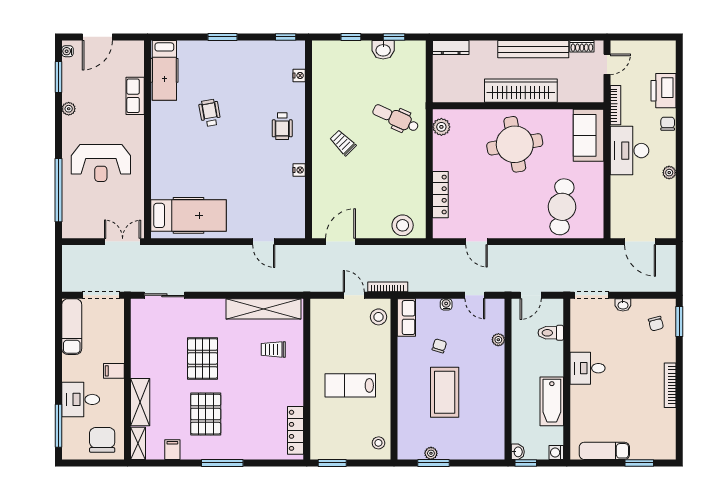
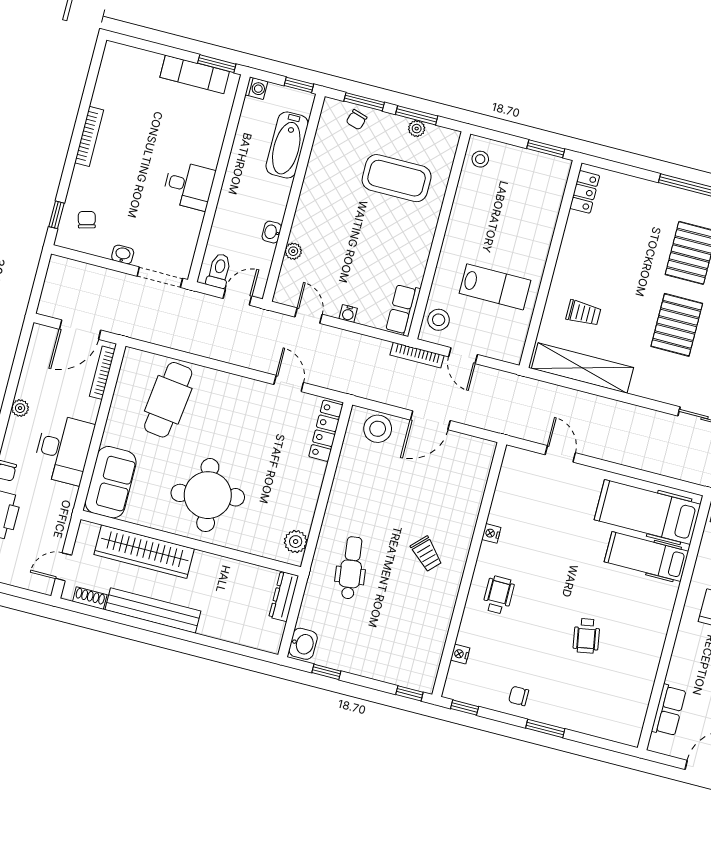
window: (351, 37) -> (409, 693), moved
dresser: (451, 47) -> (284, 596), moved, turned -90
washbasin: (383, 50) -> (303, 644), moved, turned 90
chair: (248, 56) -> (519, 696), added
hospital bed: (164, 70) -> (646, 557), moved, turned -90
wardrobe: (521, 91) -> (144, 552), moved
row of seats: (135, 96) -> (669, 710), moved
bookcase: (615, 105) -> (102, 373), moved
dental chair: (396, 118) -> (351, 568), turned -121
locker: (440, 195) -> (326, 431), moved
door: (341, 242) -> (430, 420), moved
door: (640, 242) -> (80, 330), swing flipped
window: (679, 322) -> (56, 215), width x0.67
toilet: (551, 333) -> (219, 271), moved, turned -90
chair: (439, 346) -> (357, 120), moved
lab bench: (350, 385) -> (495, 287), moved
coffee table: (445, 392) -> (397, 178), moved, turned 90
bathtub: (552, 401) -> (287, 145), moved, turned 180
locker: (296, 430) -> (585, 192), width x0.66
washbasin: (518, 452) -> (272, 232), moved
window: (475, 463) -> (364, 102), added
window: (639, 463) -> (217, 64), moved

